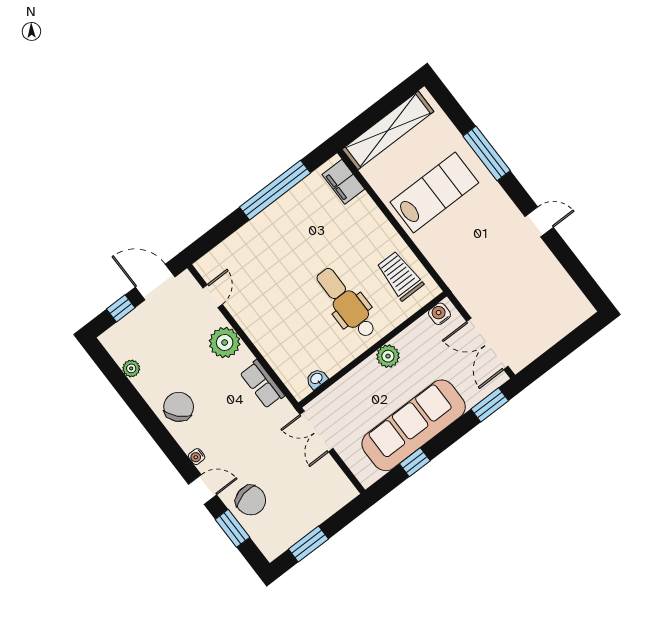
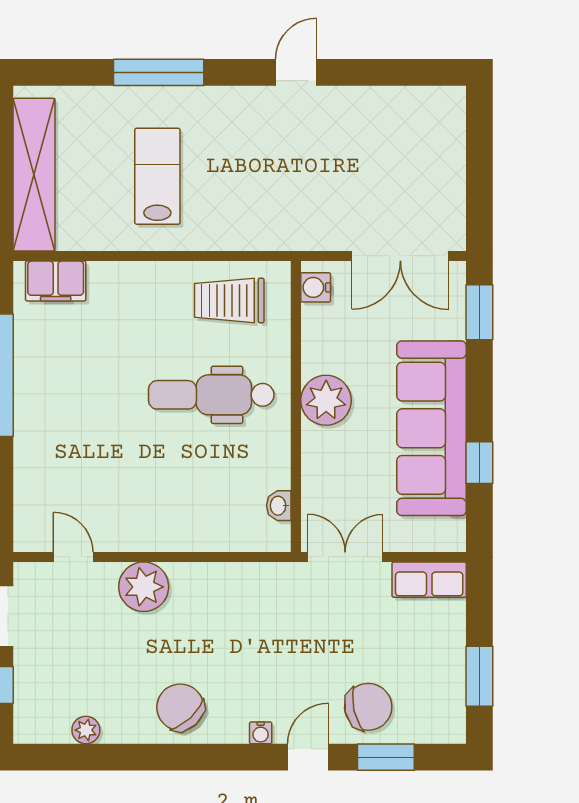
lab bench: (434, 192) -> (157, 176), width x0.73, depth x0.72
plant: (388, 356) -> (326, 400), width x1.36, depth x1.36
row of seats: (262, 384) -> (429, 580), moved
double door: (317, 432) -> (345, 557), swing flipped

